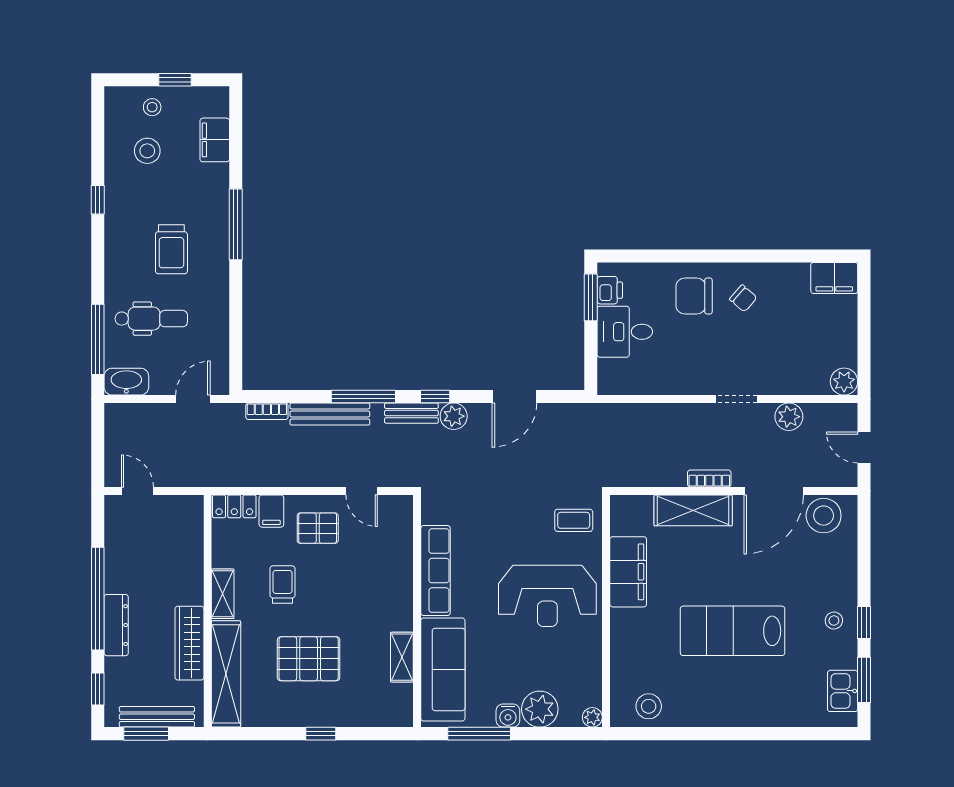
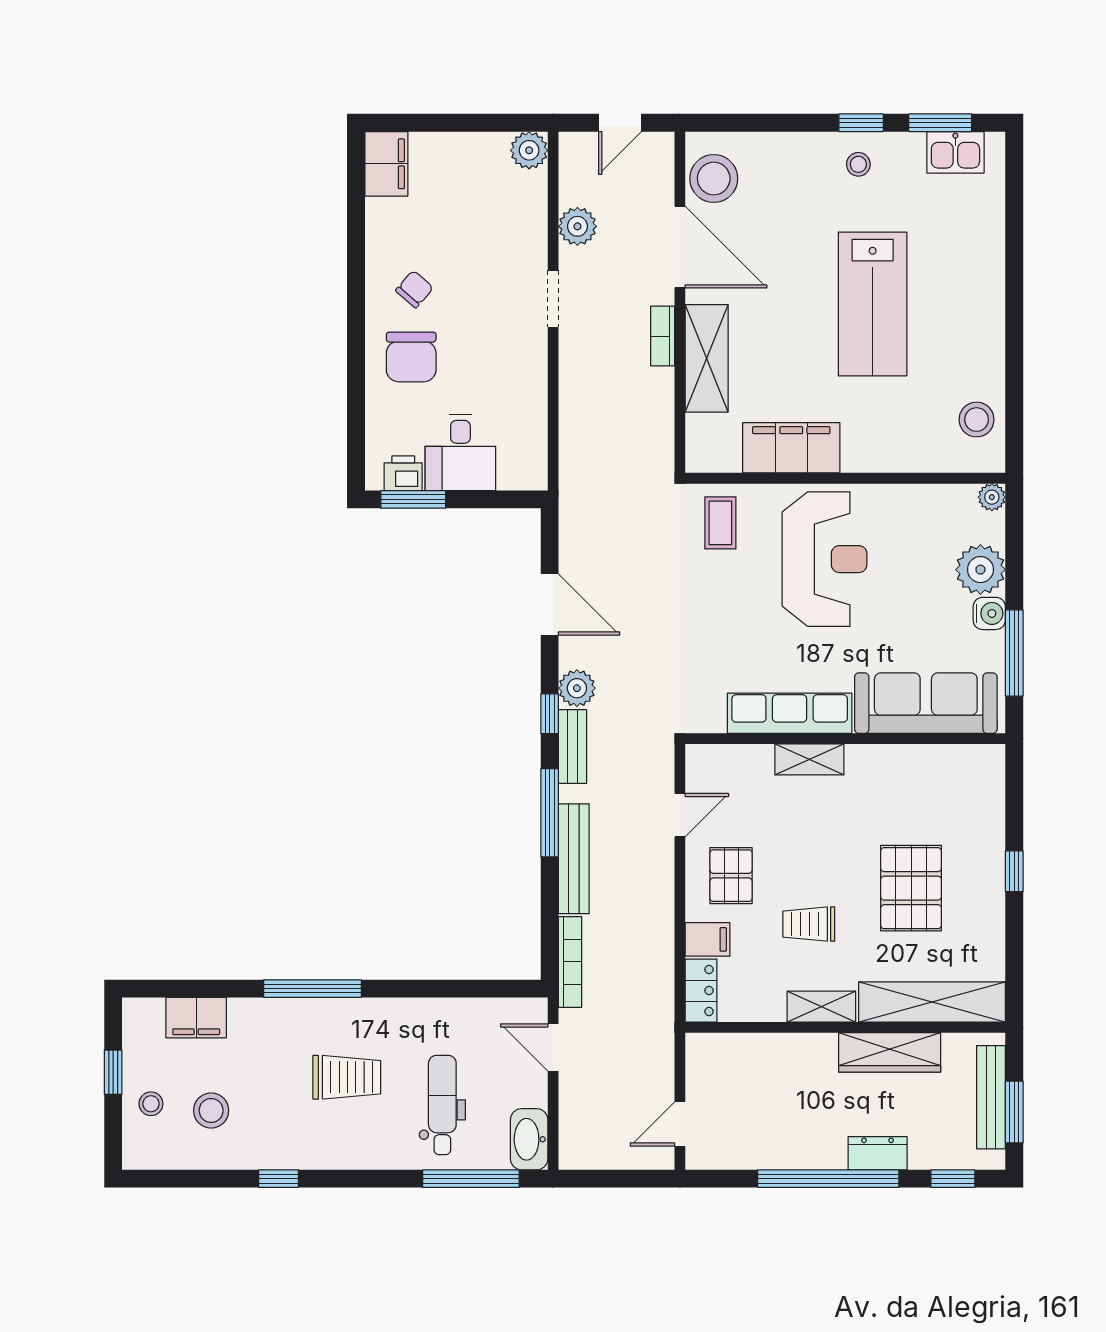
bookcase: (267, 411) -> (570, 962), width x1.56
dresser: (116, 625) -> (878, 1153), width x0.70
shelving: (402, 657) -> (809, 759), moved

